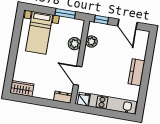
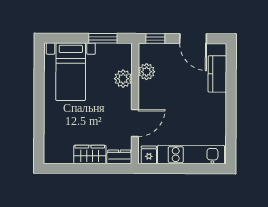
kitchen counter: (136, 72) -> (217, 74), moved
door: (78, 76) -> (135, 123), swing flipped
wardrobe: (22, 89) -> (90, 154), moved

